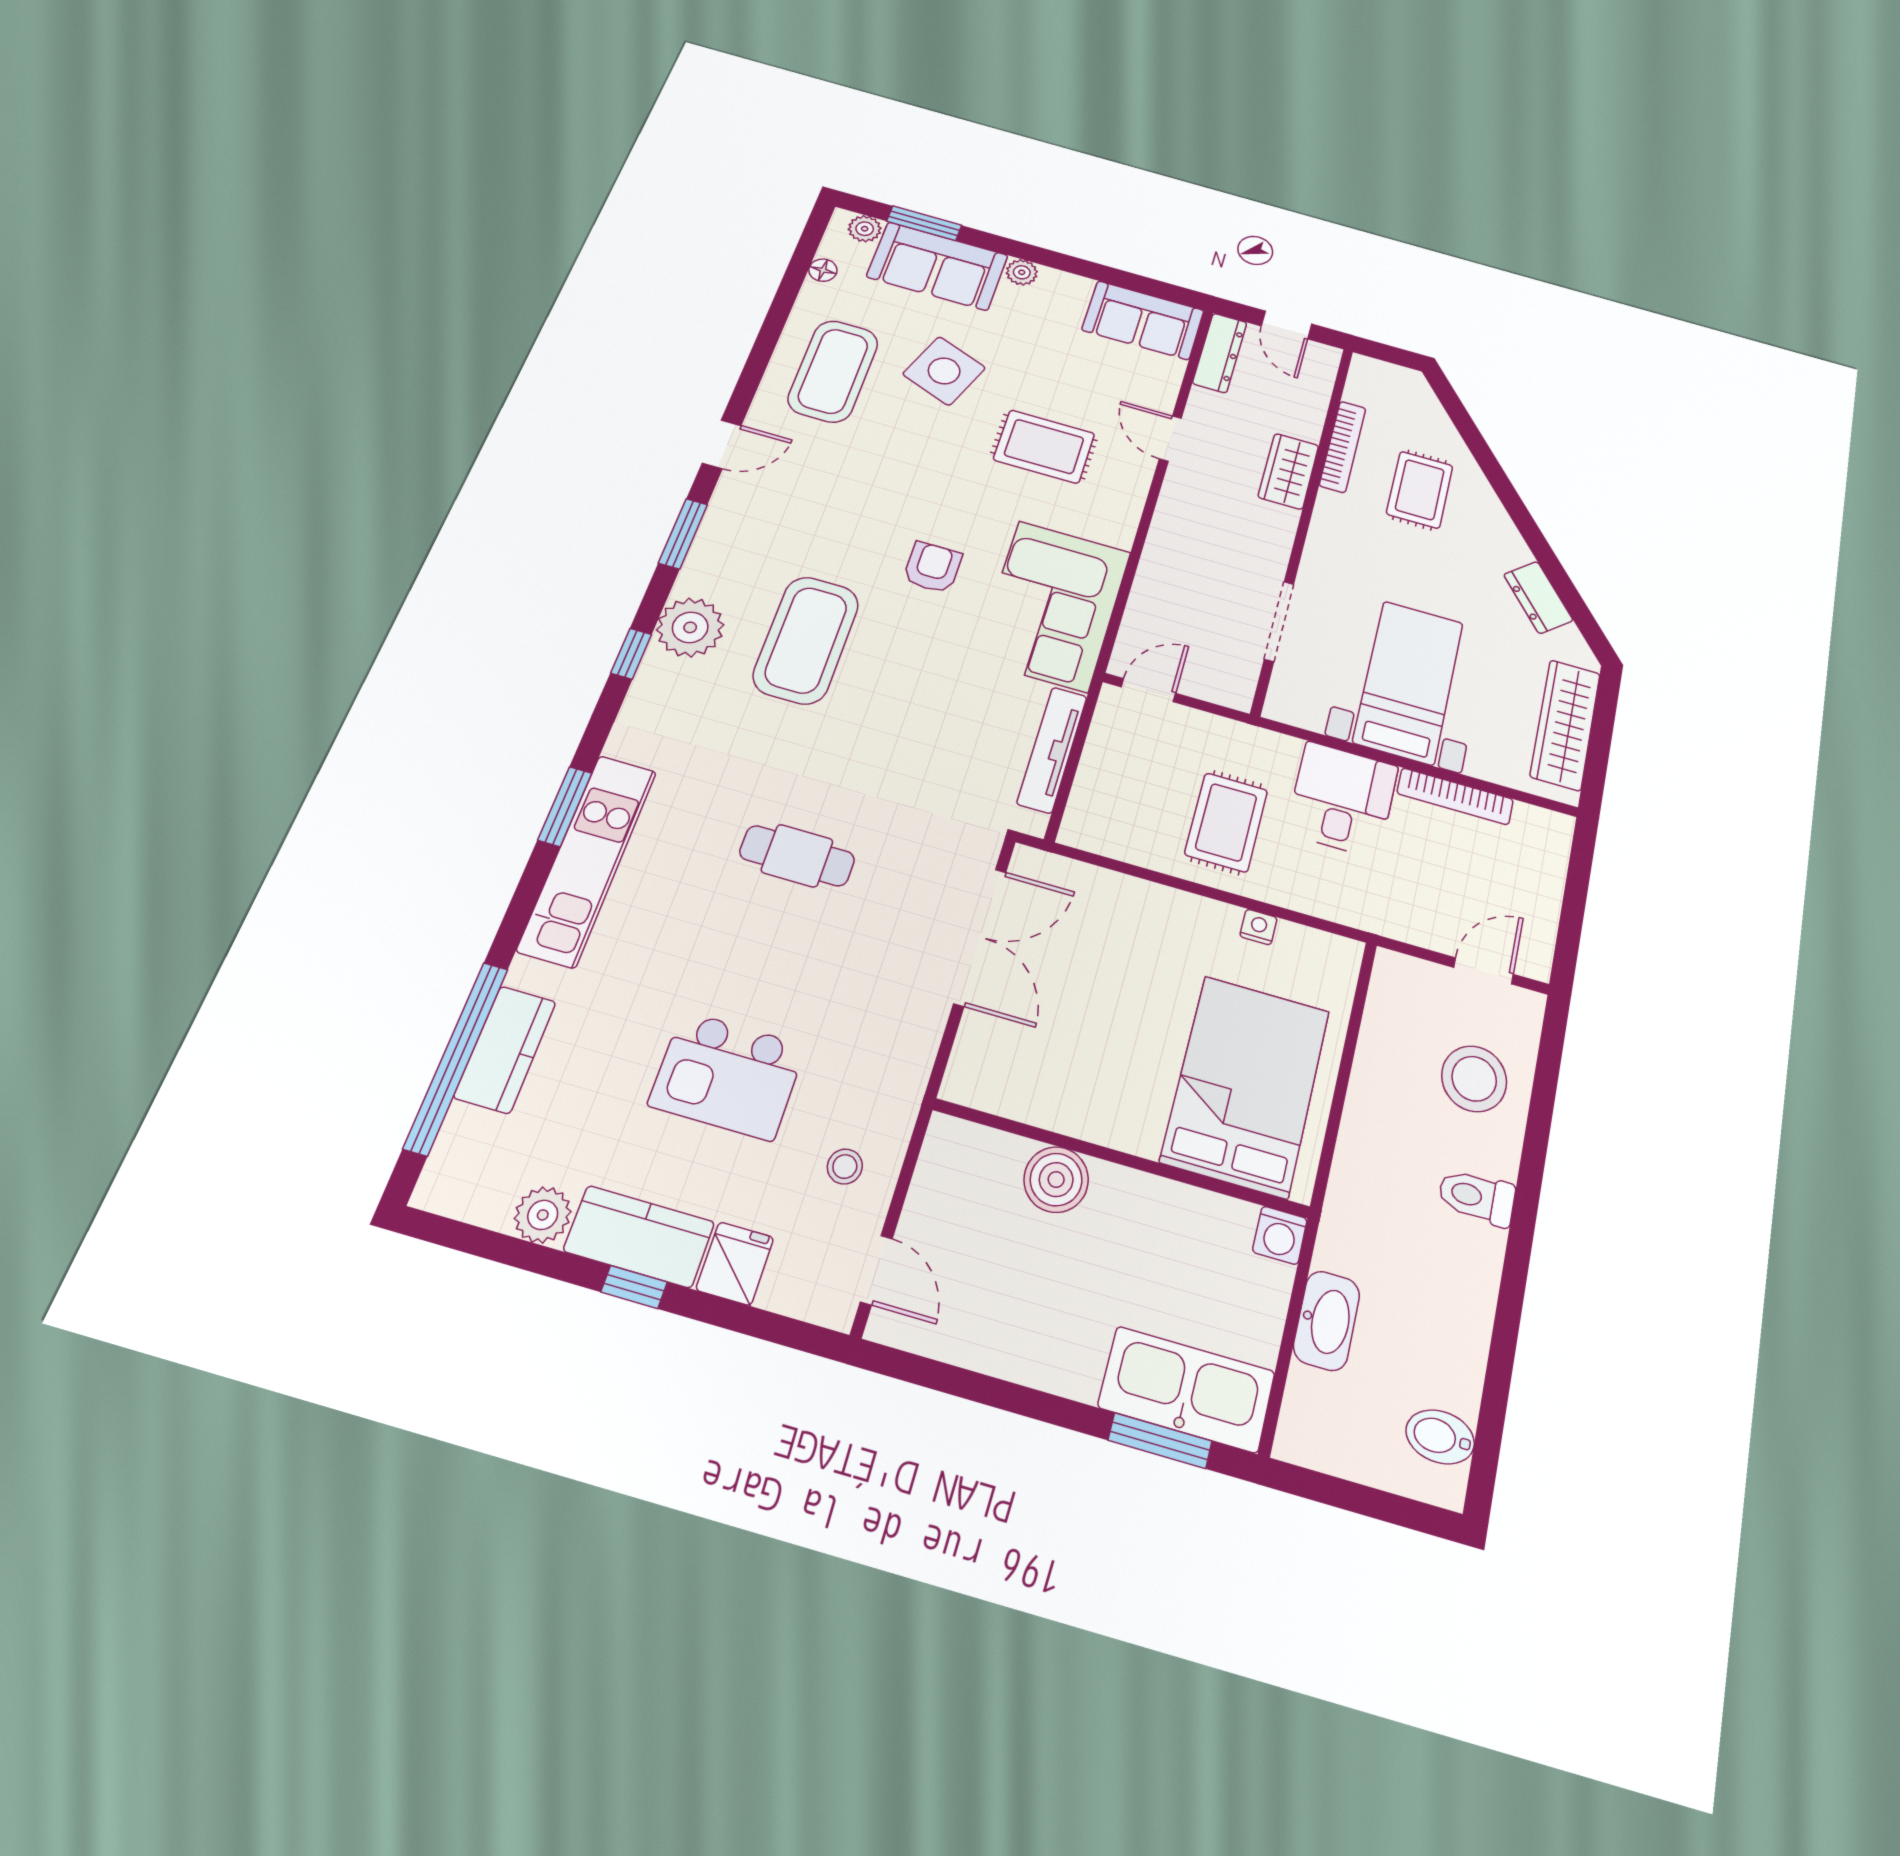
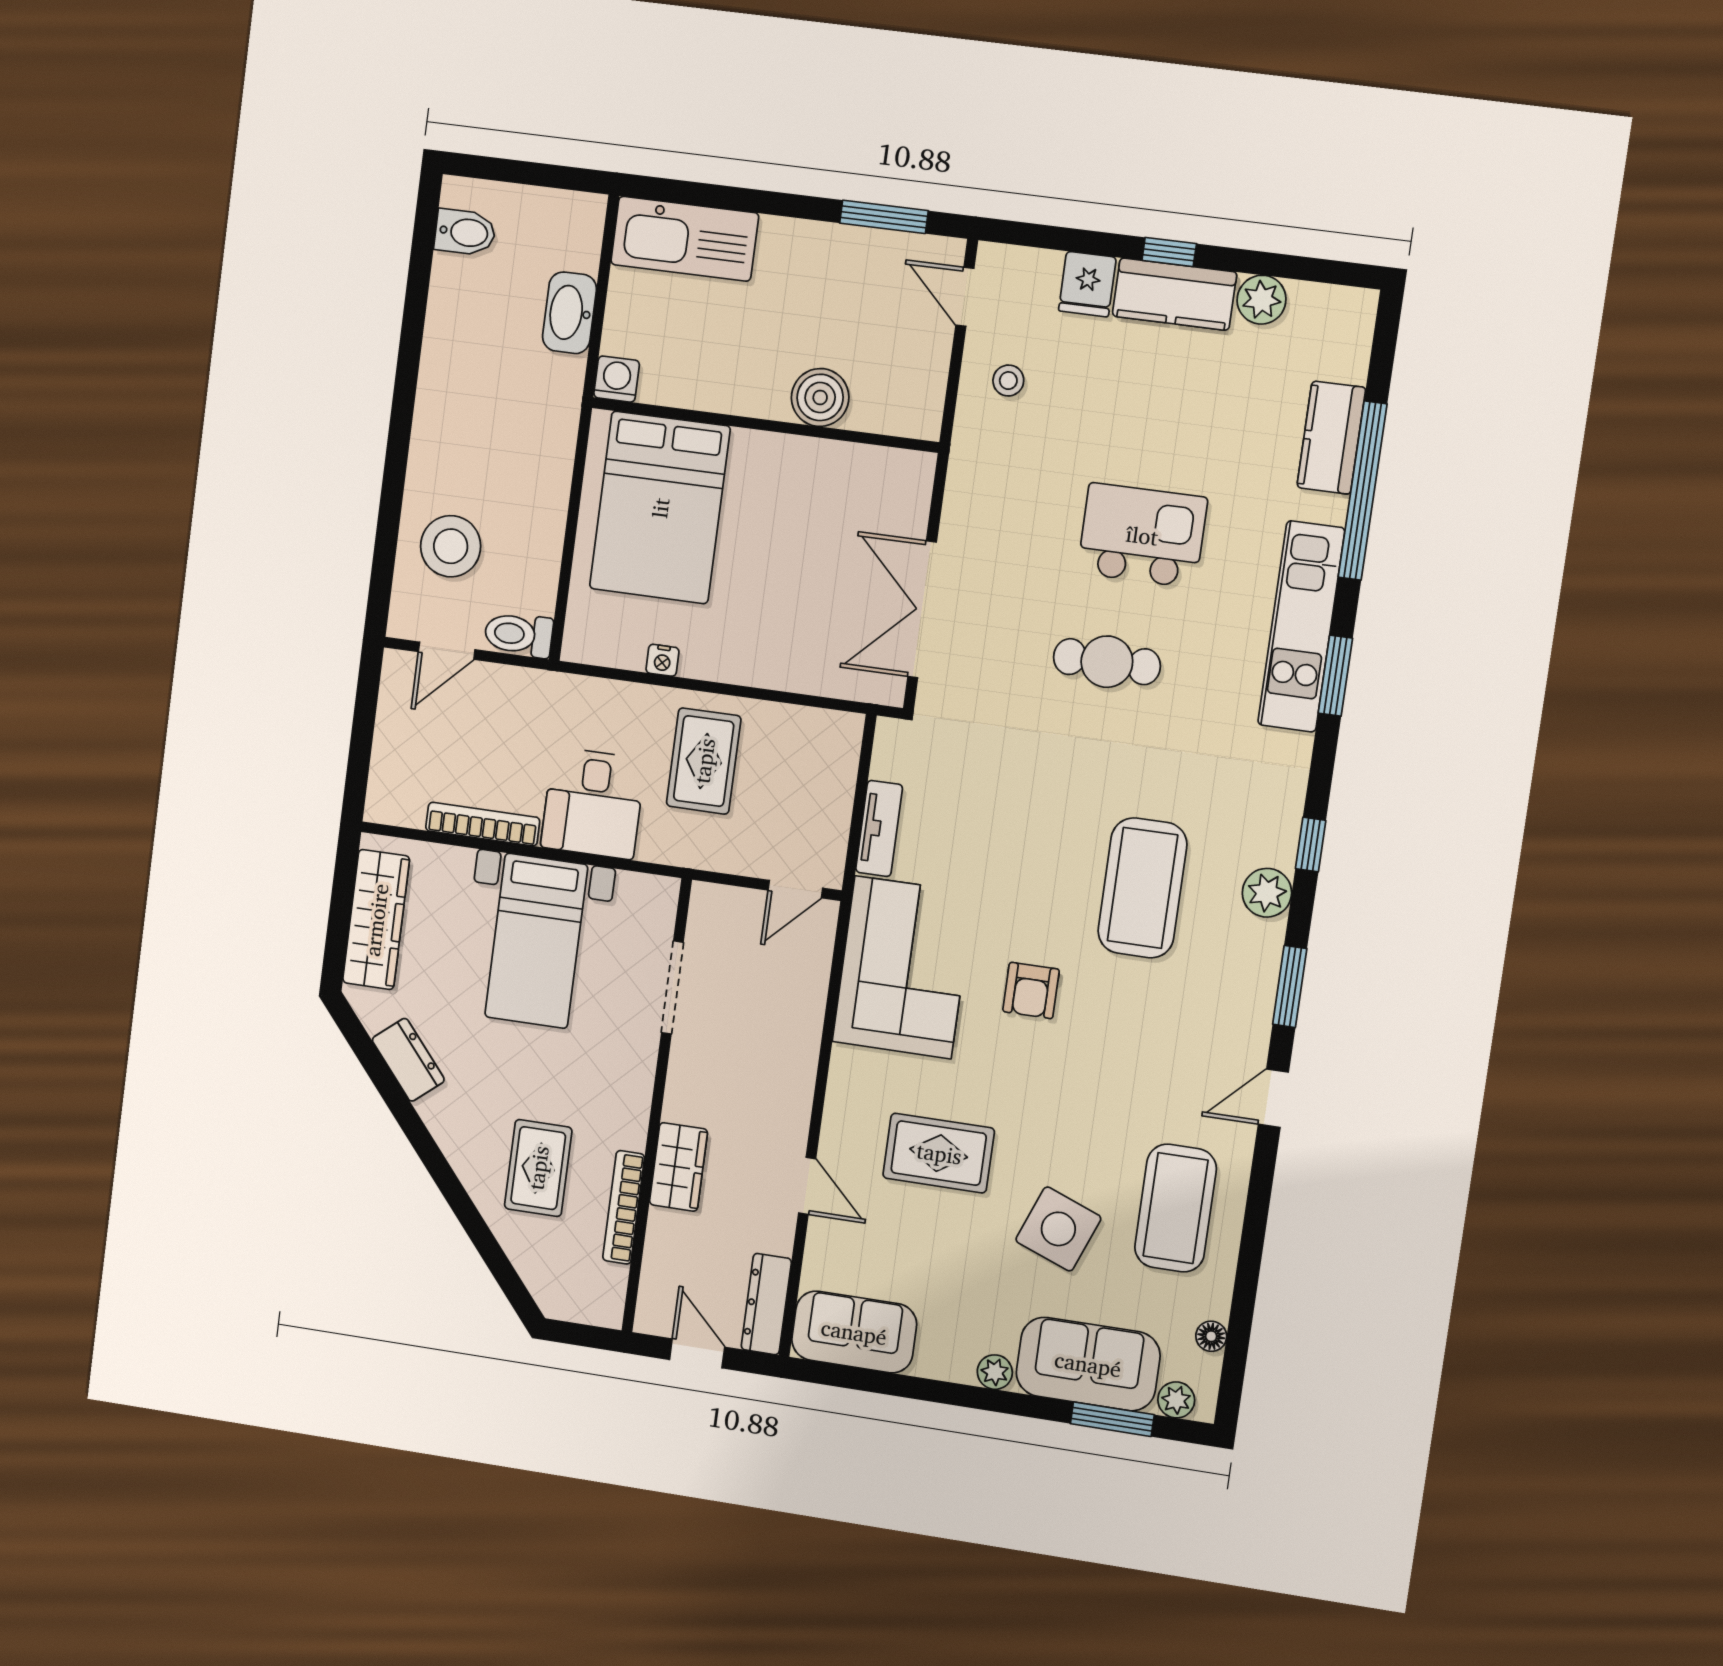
plant: (690, 627) -> (1267, 893), width x0.73, depth x0.73
tv unit: (1052, 750) -> (879, 828), width x0.71
window: (456, 1057) -> (1363, 491), moved
kitchen island: (727, 1075) -> (1142, 535), moved
toilet: (1477, 1197) -> (519, 635), moved, turned 180
window: (1160, 1441) -> (884, 217), moved

